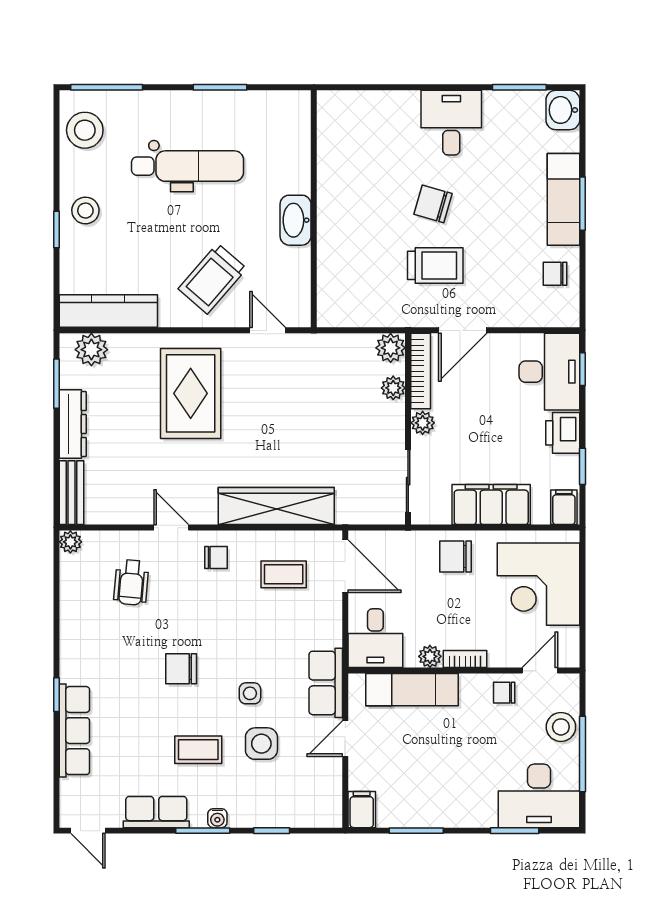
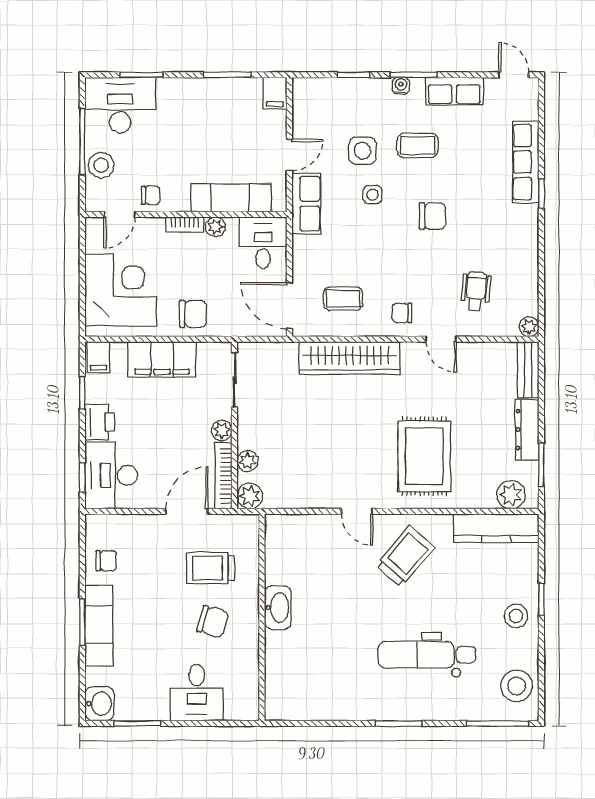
wall: (314, 209) -> (262, 617), moved
washbasin: (296, 220) -> (278, 608), moved

